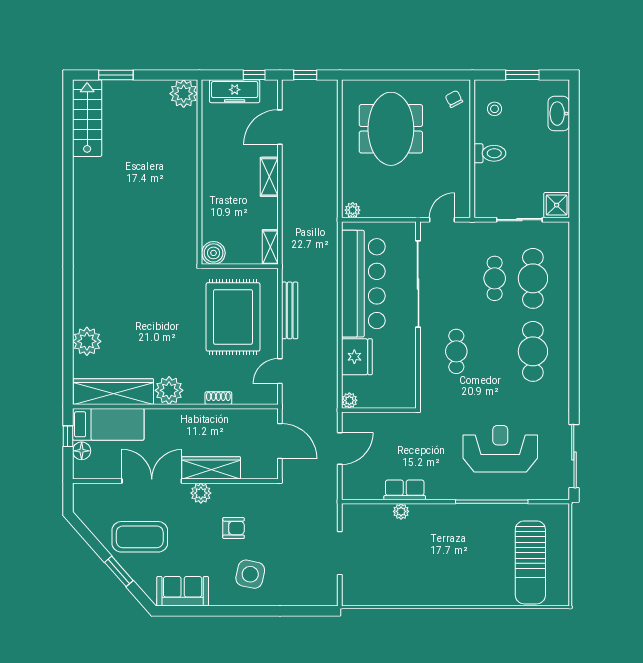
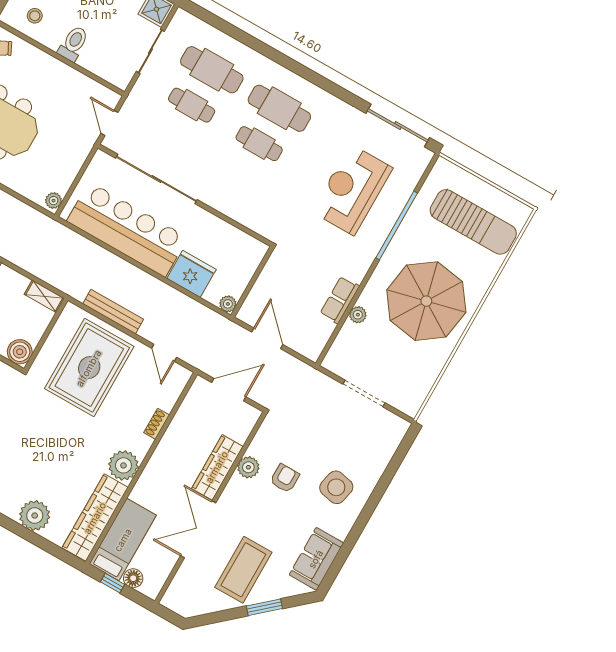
rug: (233, 317) -> (89, 368), turned 90
cafe table: (456, 351) -> (259, 144), moved
plant: (201, 493) -> (248, 467), moved
parasol: (444, 561) -> (426, 301), added

